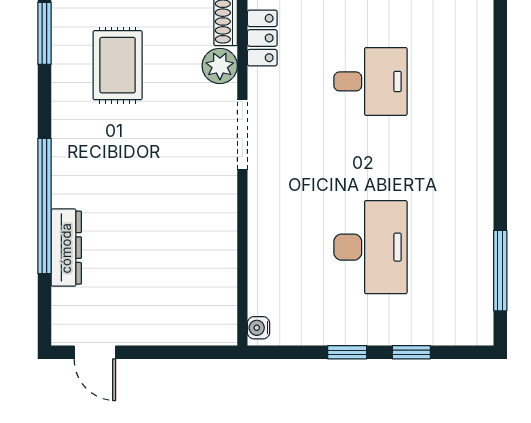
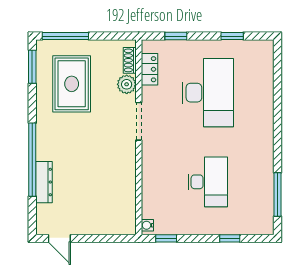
rug: (118, 65) -> (72, 84), width x1.36, depth x1.43
desk: (370, 81) -> (208, 93), width x1.87, depth x1.30
window: (347, 352) -> (166, 238), moved

